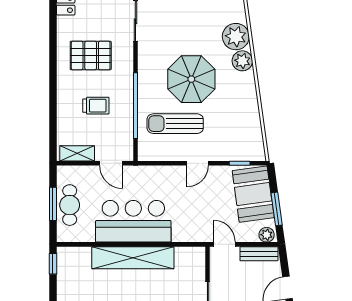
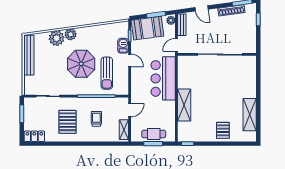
barbecue: (223, 152) -> (123, 46), added
bar counter: (133, 221) -> (163, 78), moved
shelving: (133, 258) -> (184, 105), width x0.68

